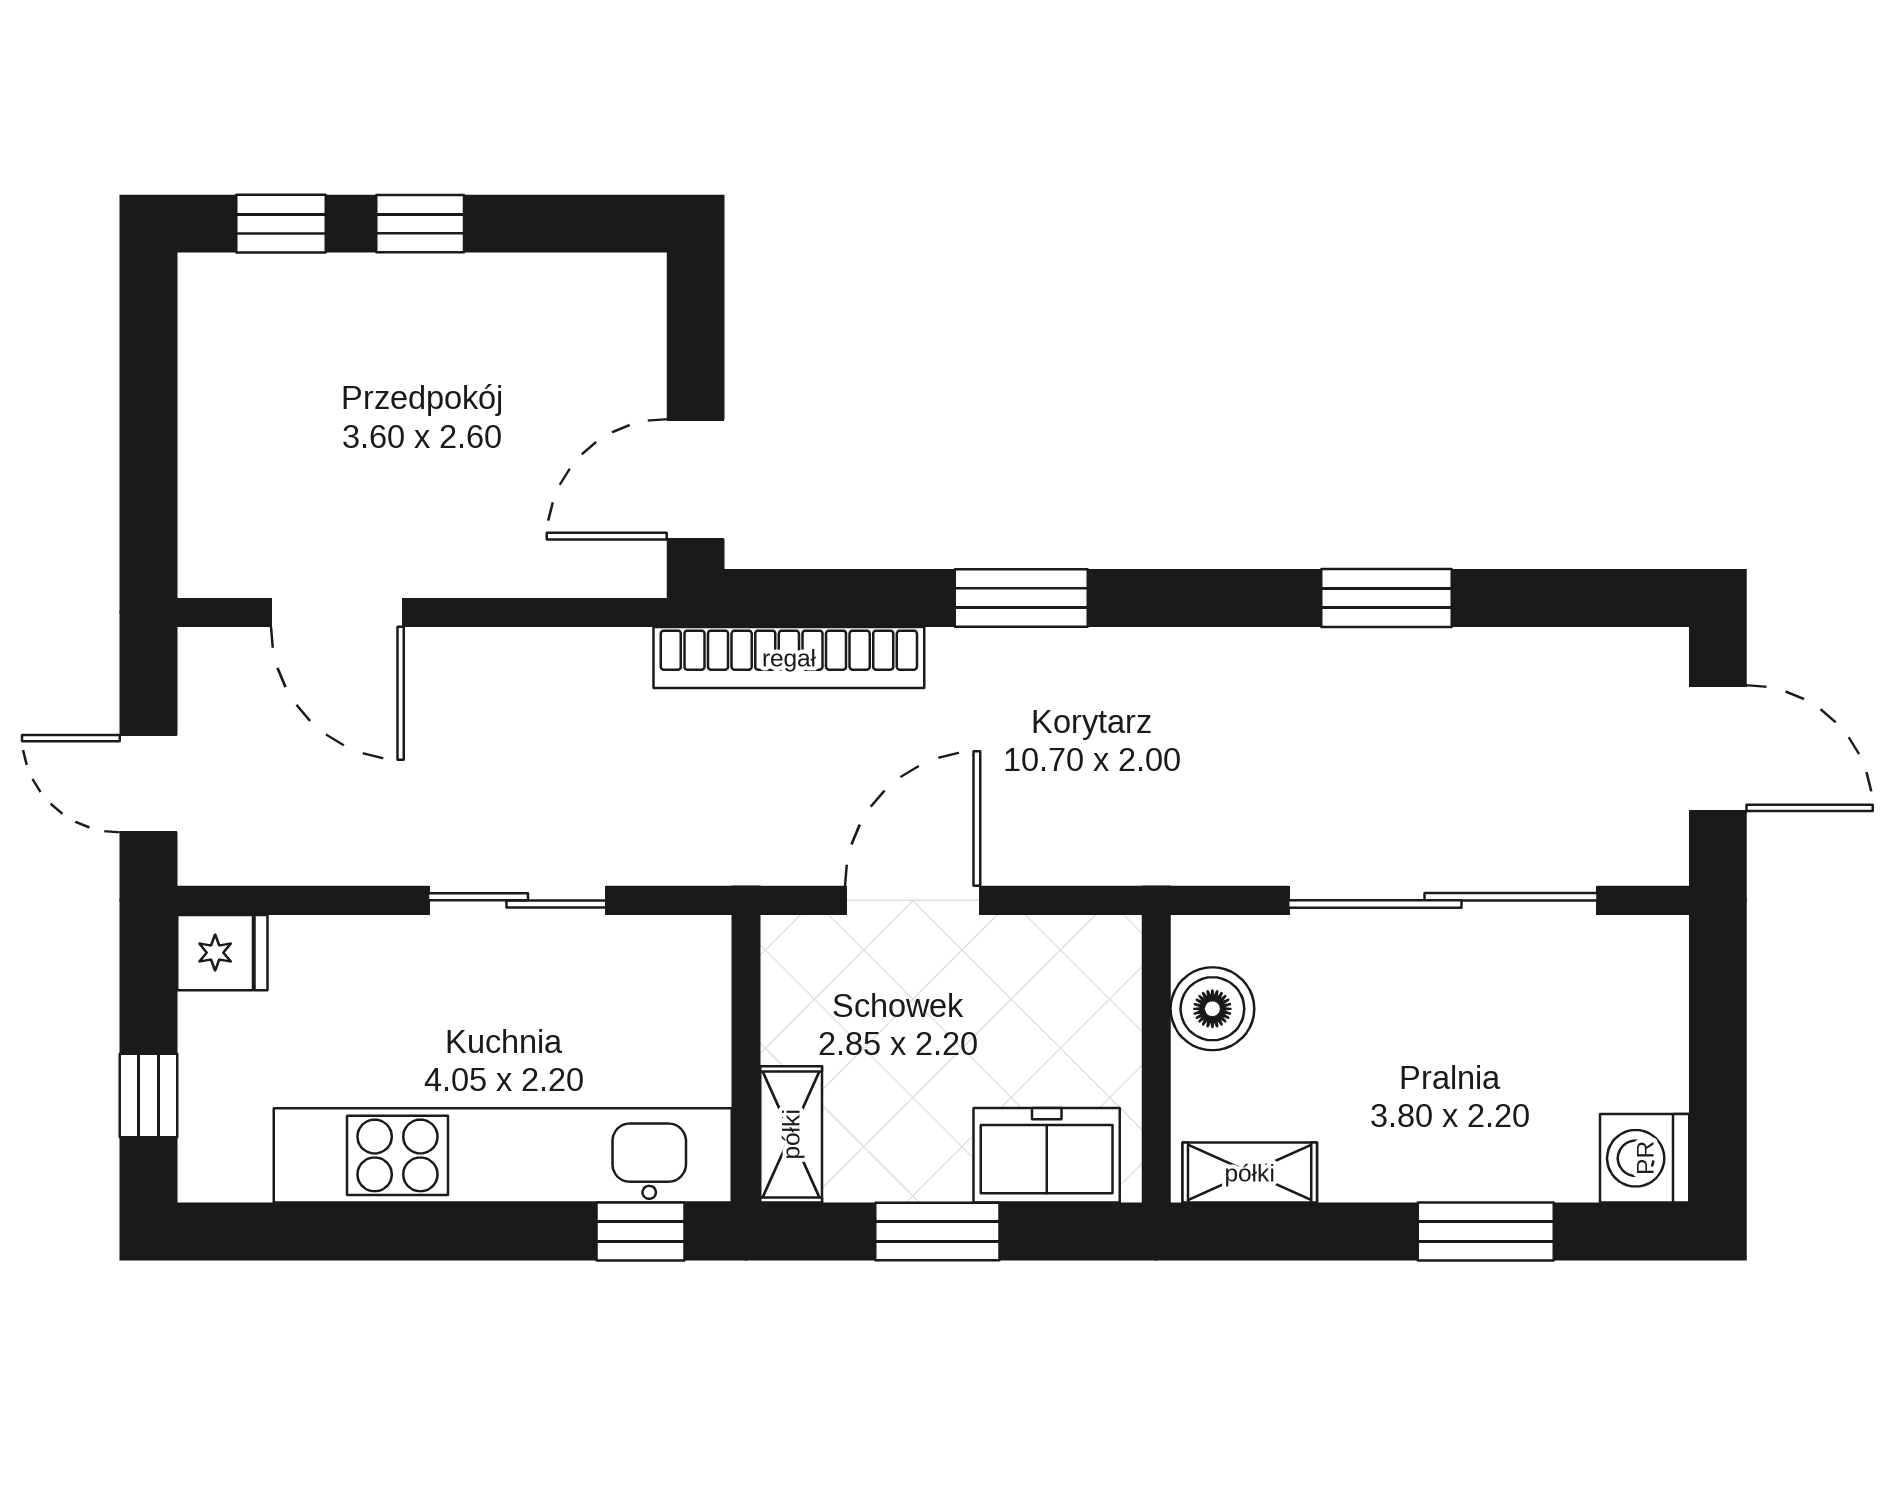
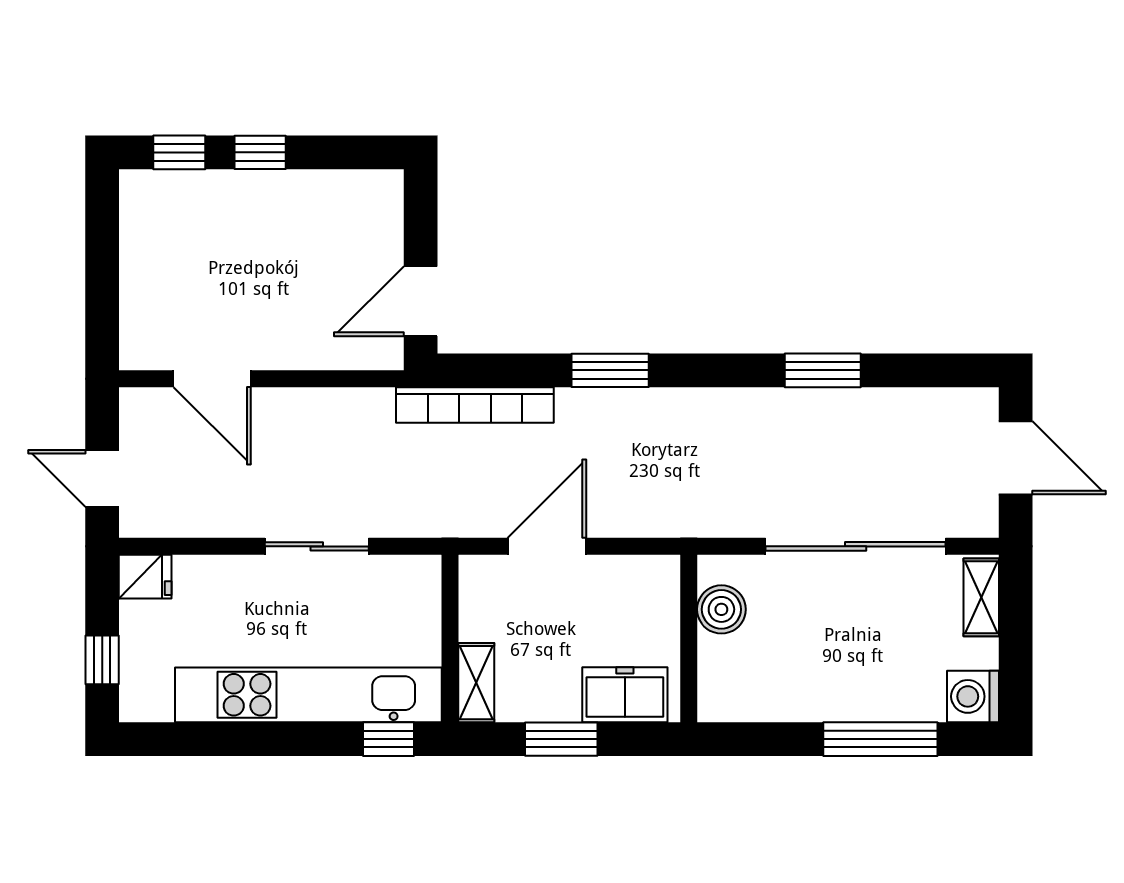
shelving: (1250, 1173) -> (981, 597), moved, turned 90
window: (1486, 1232) -> (880, 739), width x1.44

